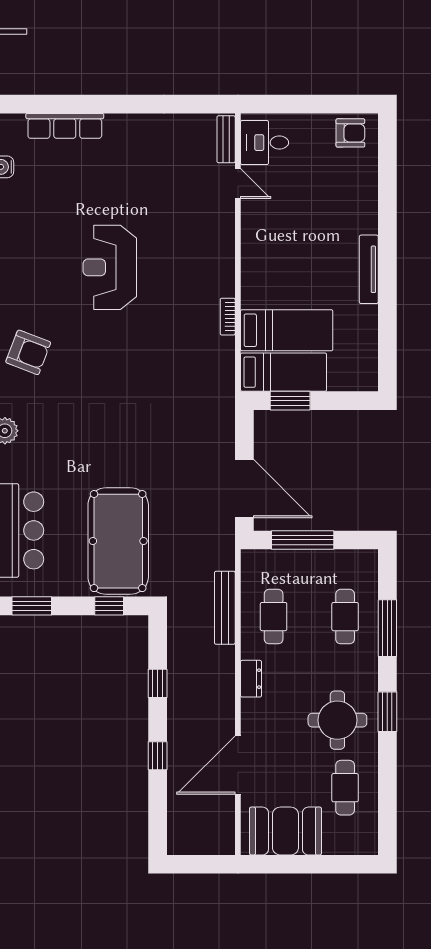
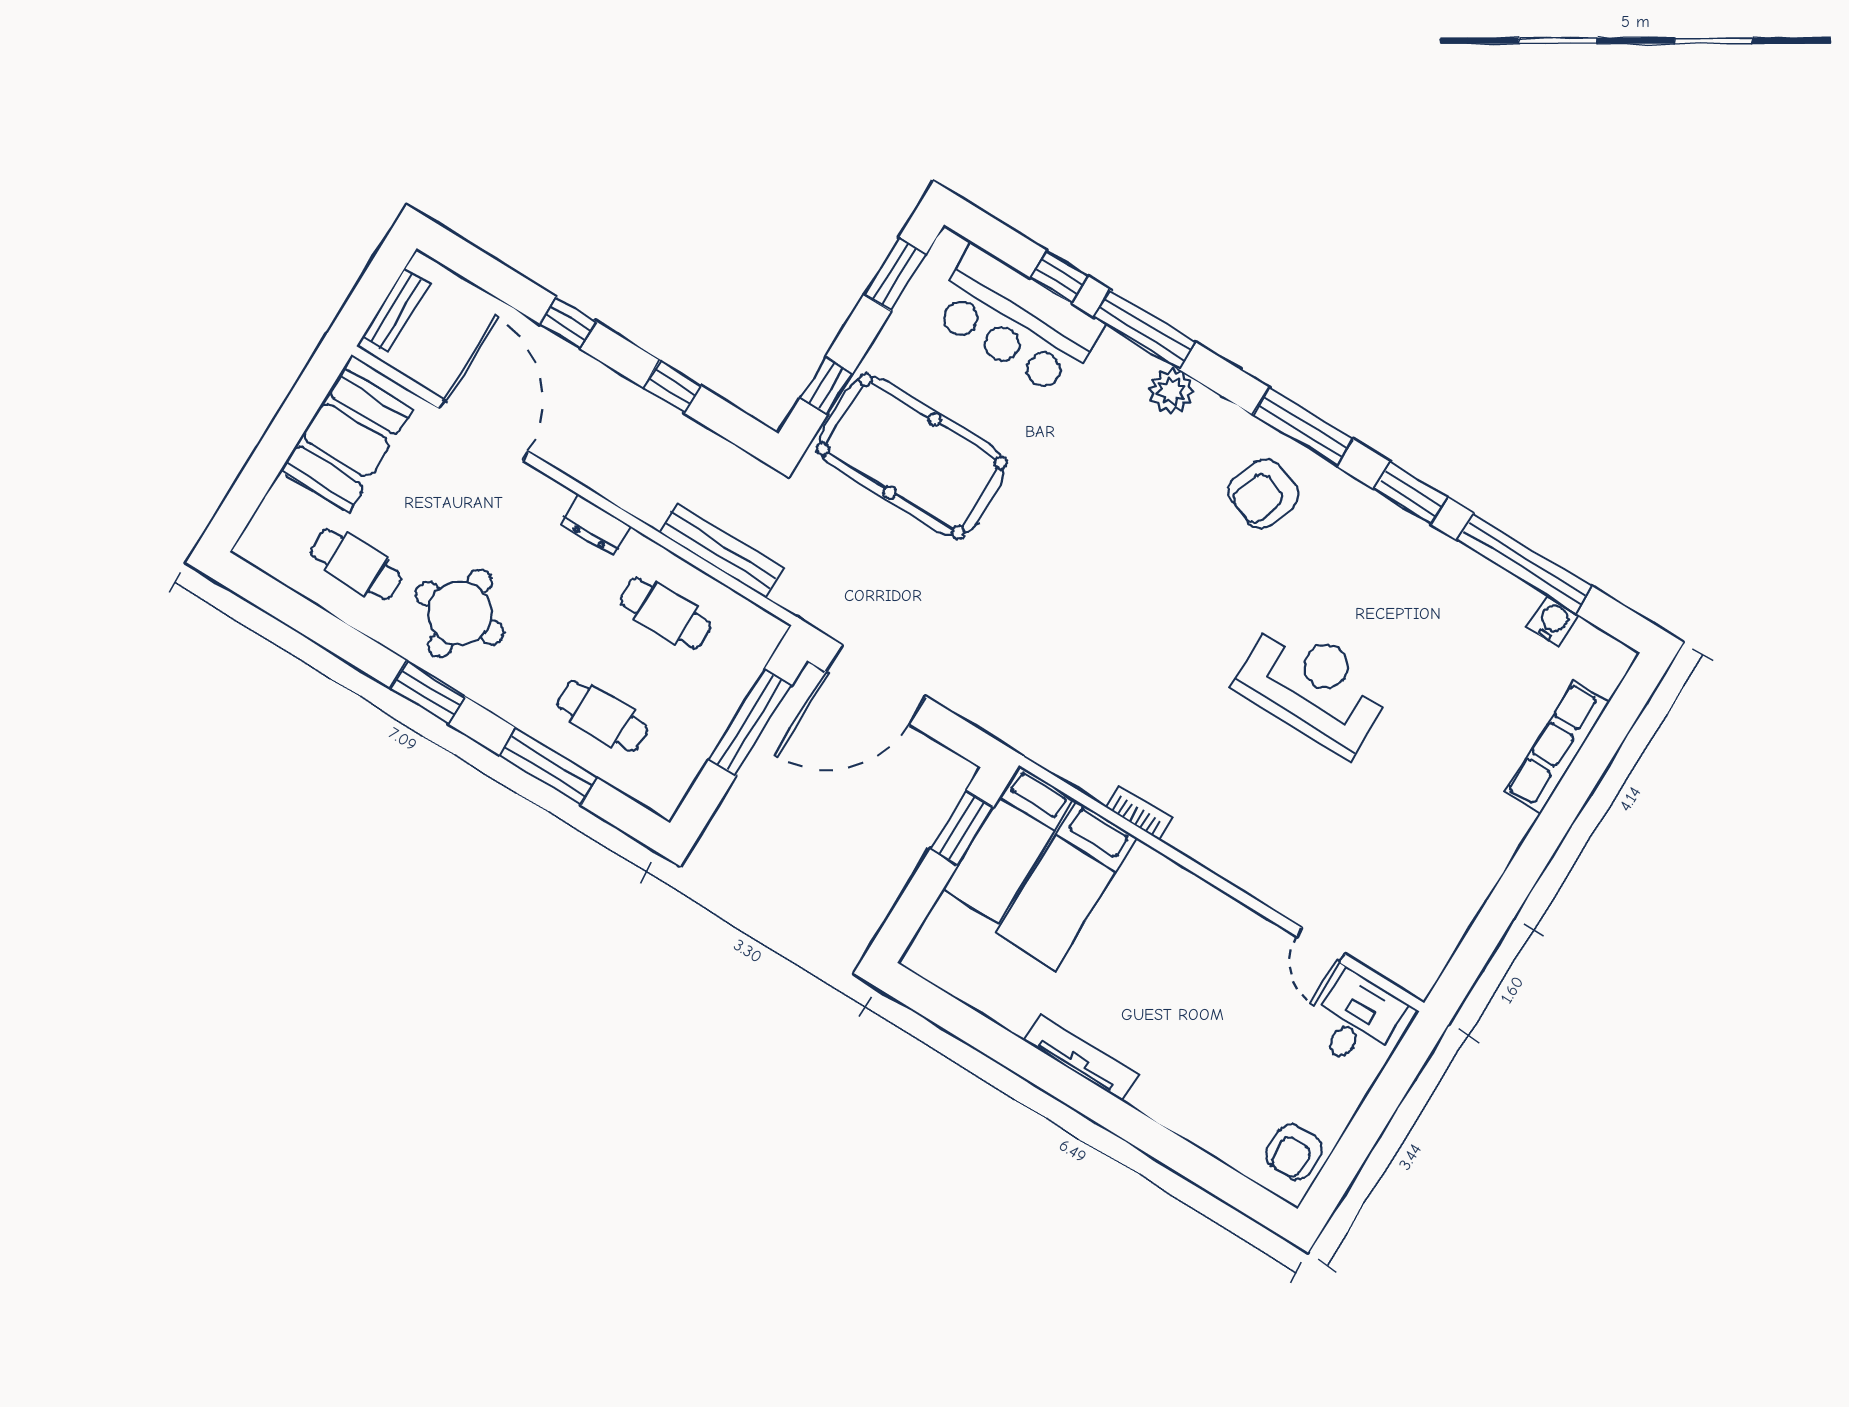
bench: (226, 139) -> (396, 311), moved, turned 90
door: (238, 184) -> (1321, 945), hinge flipped

